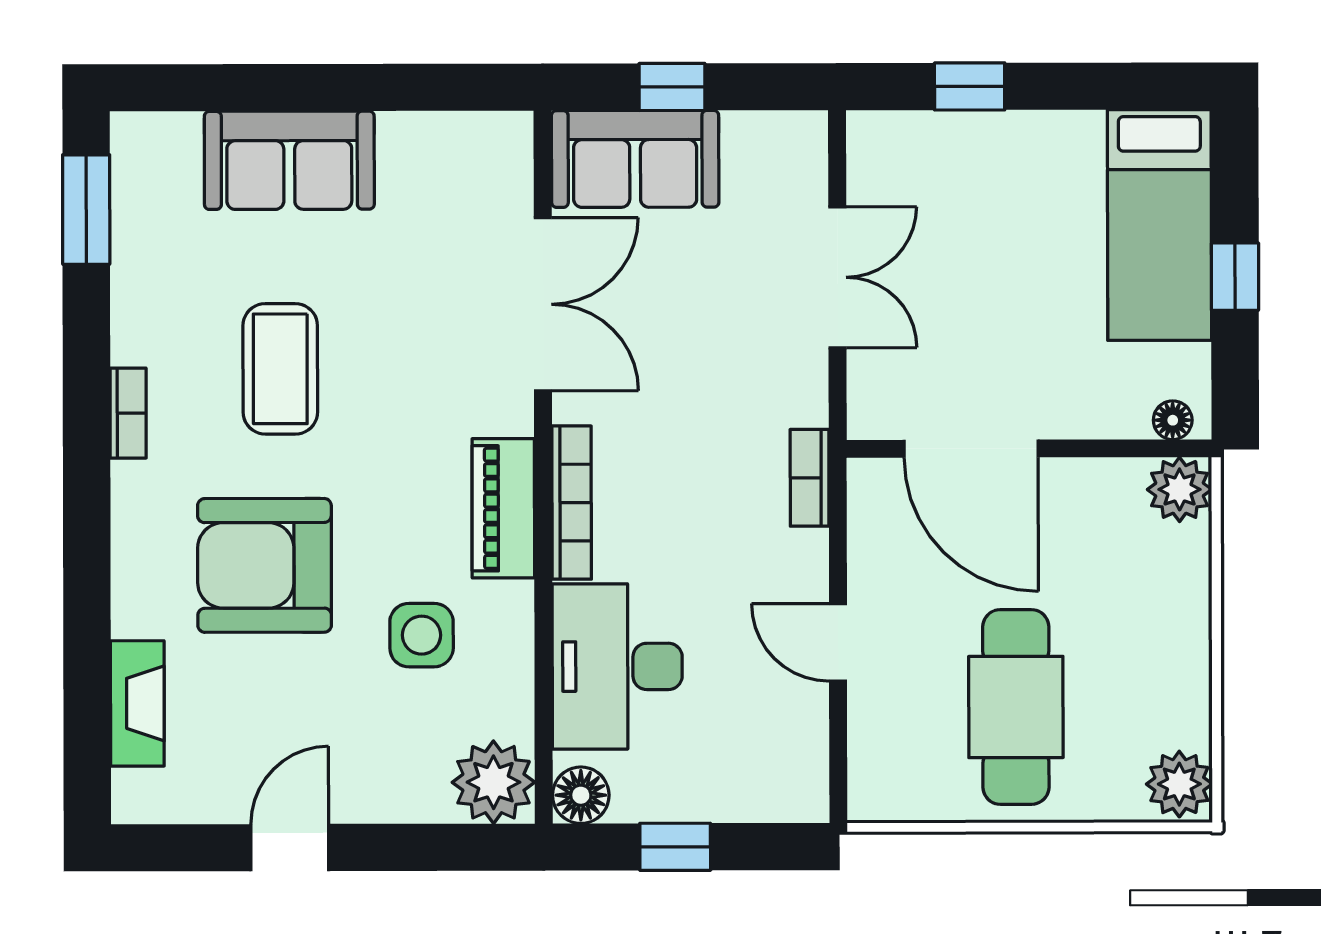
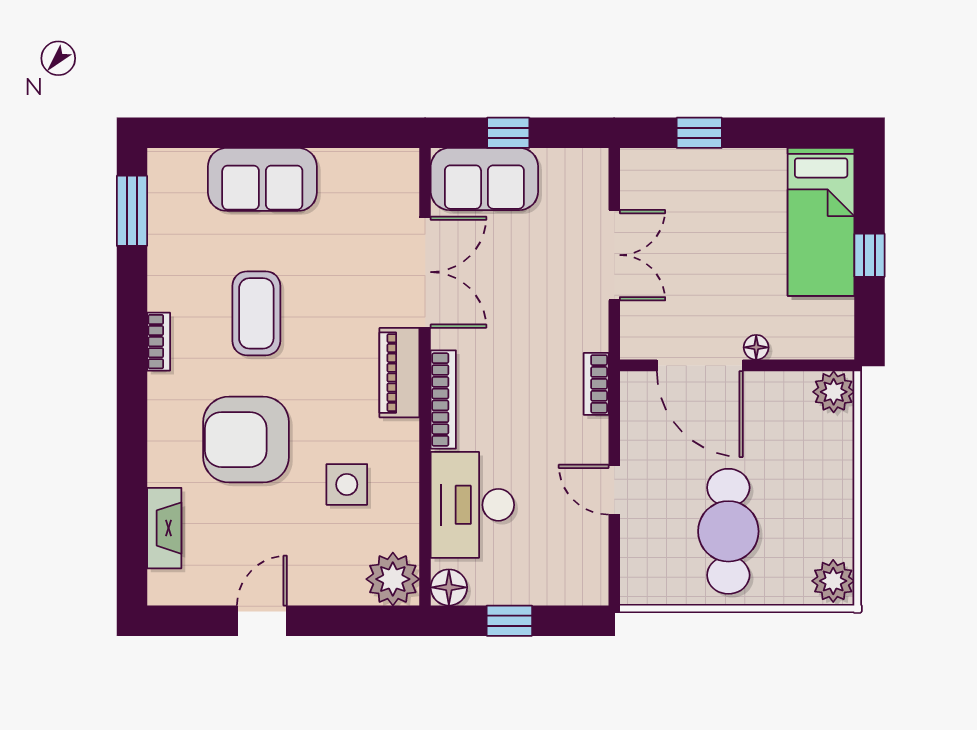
floor lamp: (1173, 420) -> (756, 347), moved
piano: (503, 508) -> (399, 373), moved

